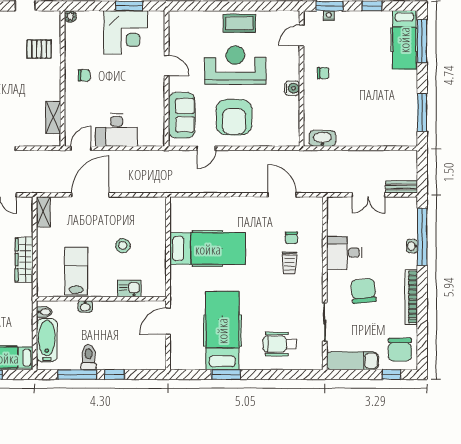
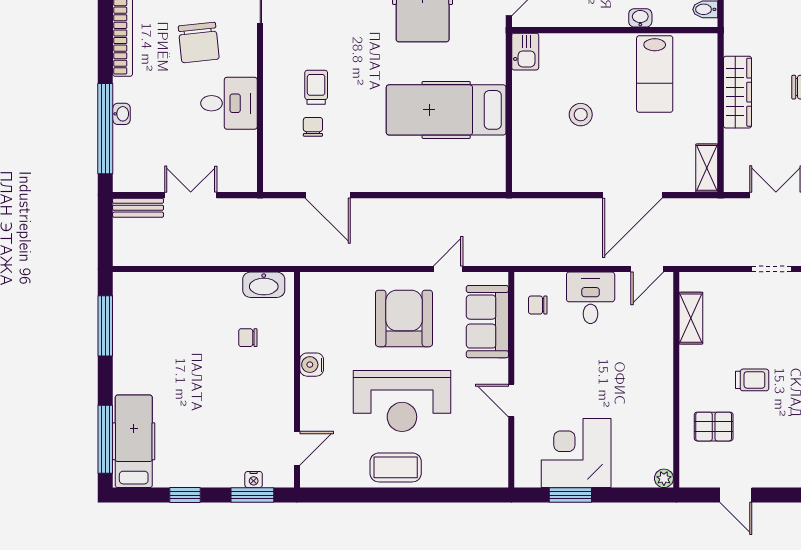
chair: (323, 73) -> (248, 338), moved
chair: (84, 75) -> (538, 305), moved
trolley: (15, 78) -> (752, 380), added
desk: (117, 130) -> (591, 298), width x0.73
kitchen sink: (129, 288) -> (525, 52), moved, turned -90

